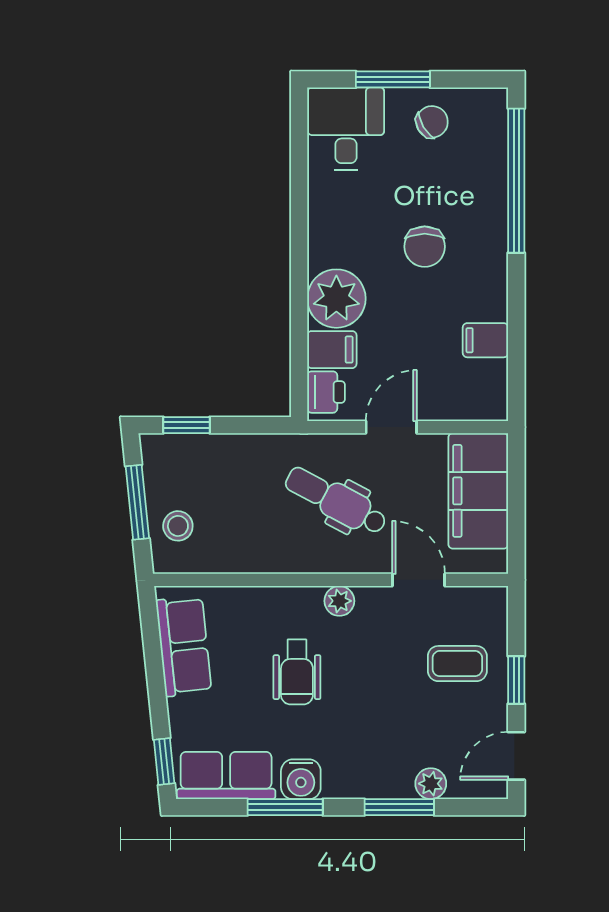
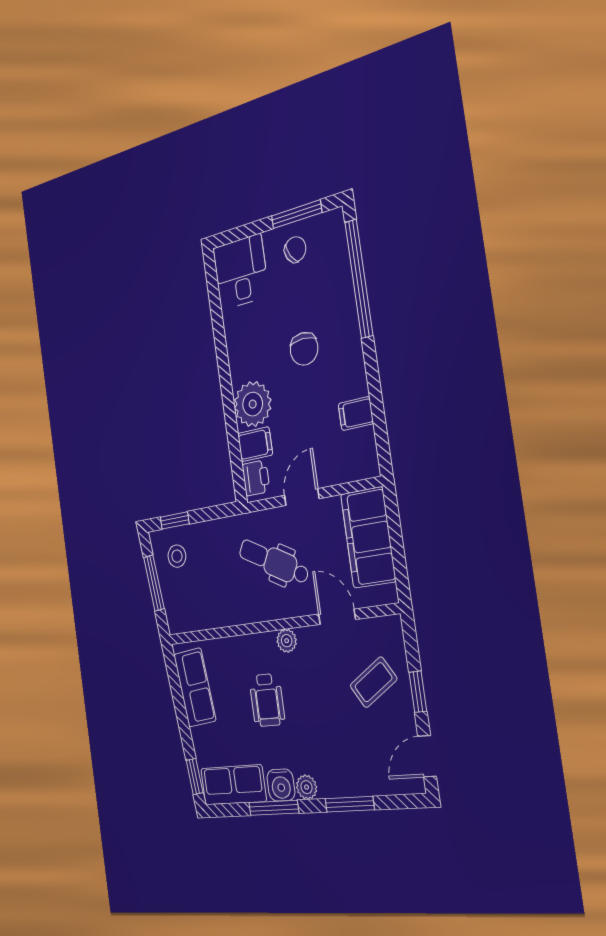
window: (393, 79) -> (297, 214), moved
stool: (178, 526) -> (177, 556), moved
coffee table: (457, 664) -> (373, 682), turned -32
plant: (431, 784) -> (307, 787), moved

